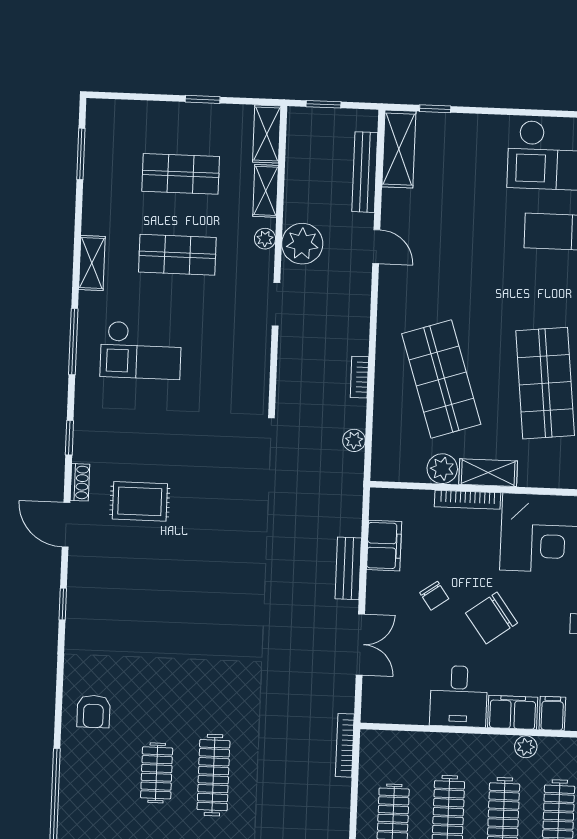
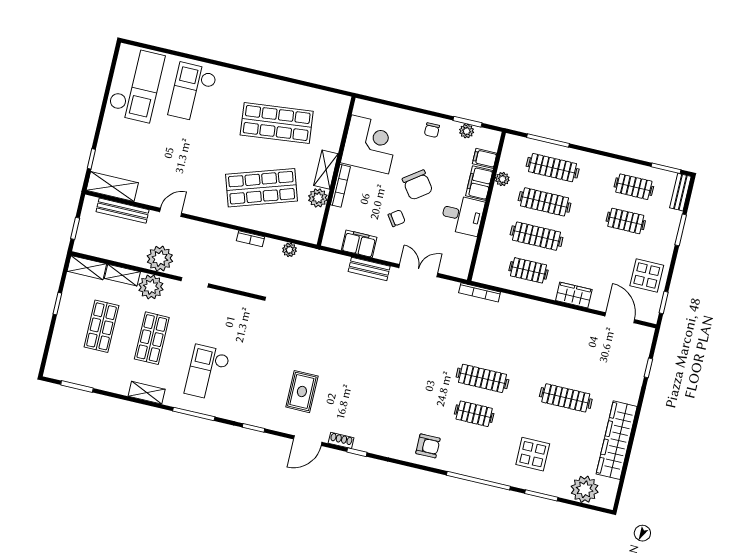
plant: (265, 239) -> (151, 287), width x1.88, depth x1.88
checkout: (141, 350) -> (207, 373), turned 180
shoe rack: (80, 482) -> (341, 440), moved

